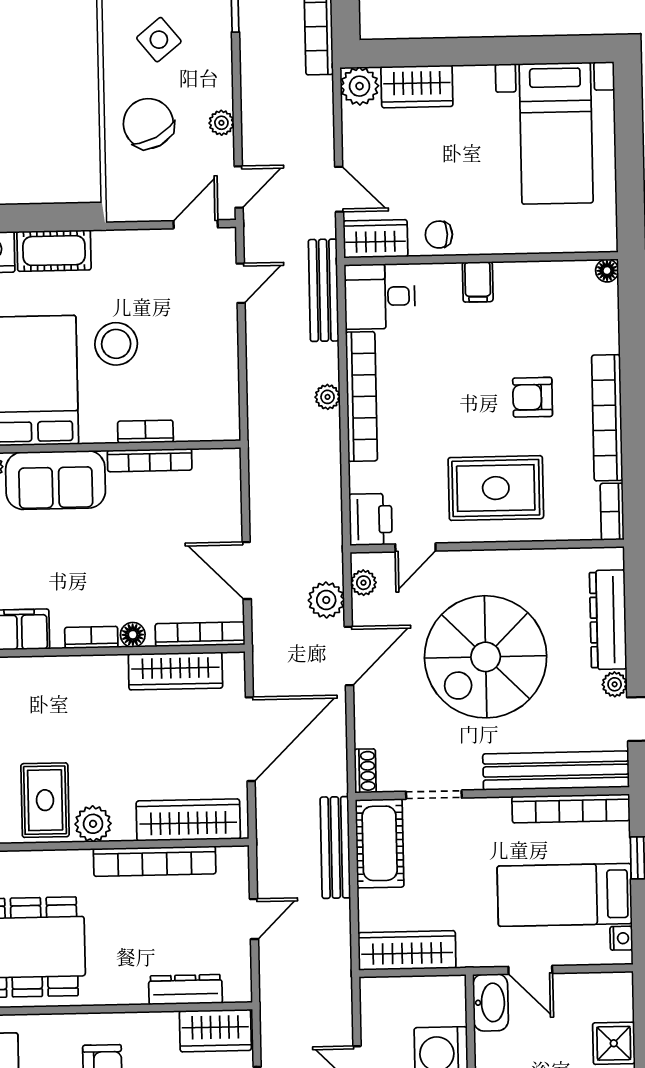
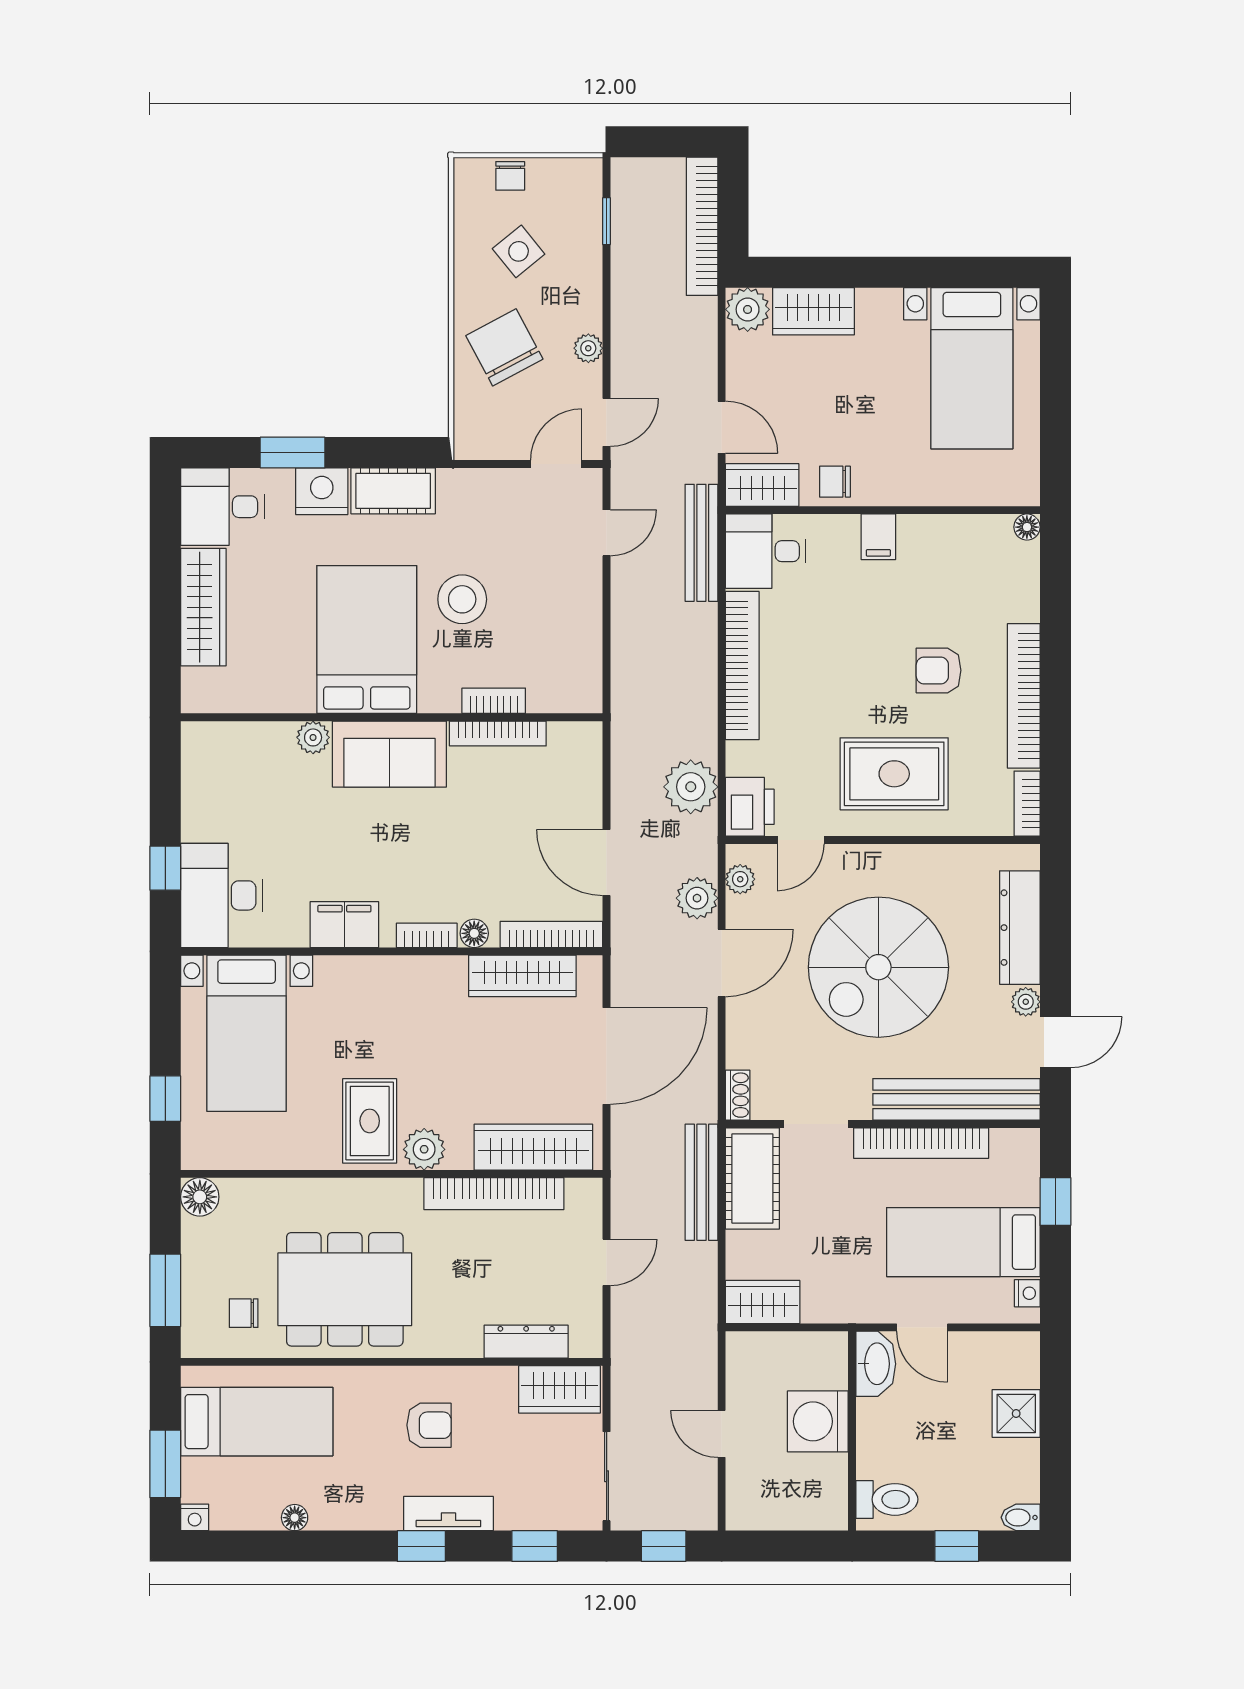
plant: (328, 397) -> (691, 787), moved, width x1.88, depth x1.88
bookcase: (571, 808) -> (921, 1143), moved
wardrobe: (407, 950) -> (763, 1302), width x0.67

